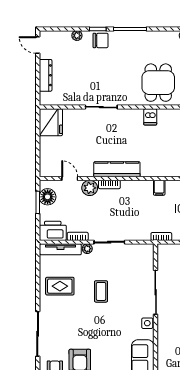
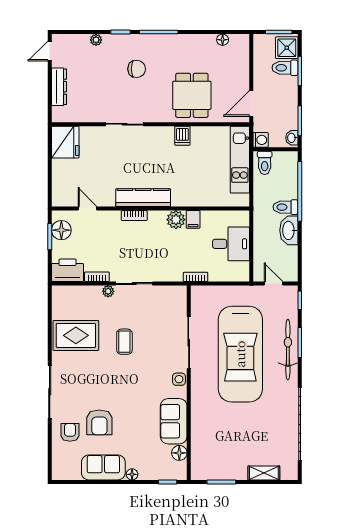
chair: (101, 40) -> (137, 69), moved
door: (38, 45) -> (50, 51), hinge flipped
plant: (90, 188) -> (176, 220), moved
tv unit: (60, 249) -> (77, 292), removed
rug: (60, 286) -> (76, 335), width x1.36, depth x1.43

